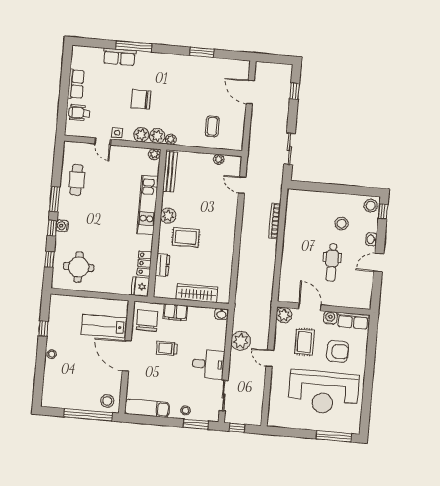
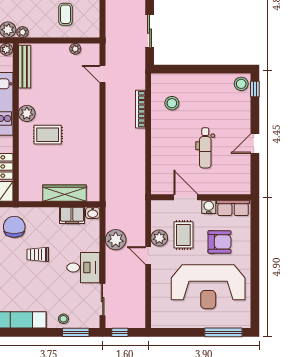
stool: (342, 224) -> (172, 103), moved
washbasin: (371, 239) -> (245, 120), removed
dresser: (162, 265) -> (25, 166), removed
filing cabinet: (175, 312) -> (72, 215), moved
plant: (284, 315) -> (159, 238), moved

